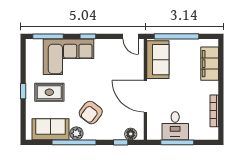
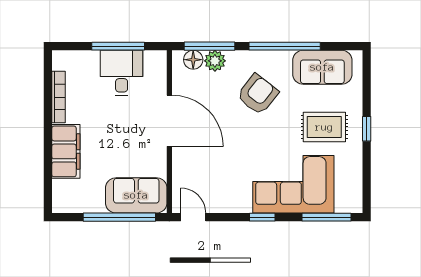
sofa: (158, 60) -> (136, 195), moved, turned 90
filing cabinet: (210, 64) -> (66, 151), moved
plant: (76, 133) -> (215, 61), moved
window: (121, 142) -> (209, 46), width x2.17

